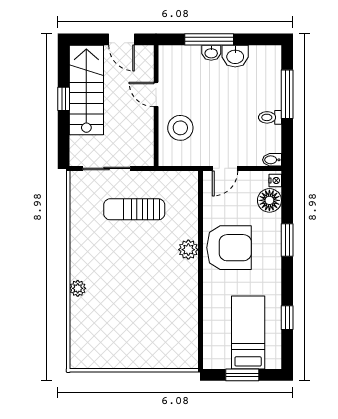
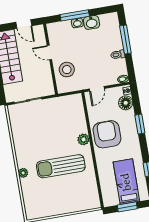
sun lounger: (134, 209) -> (61, 166), moved, width x1.36, depth x1.34
armchair: (229, 248) -> (107, 134), turned -90

